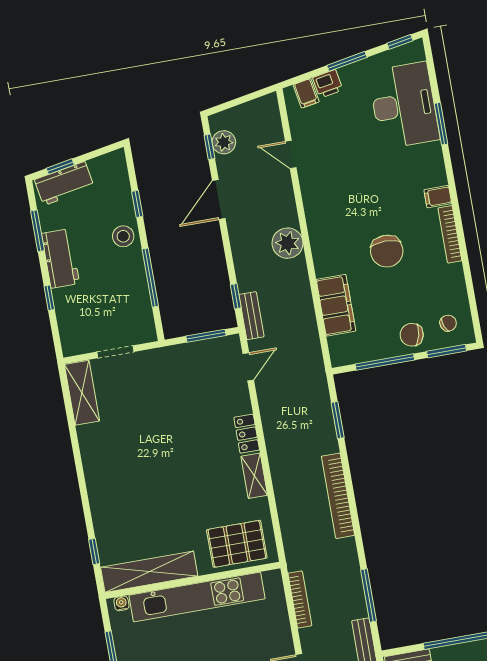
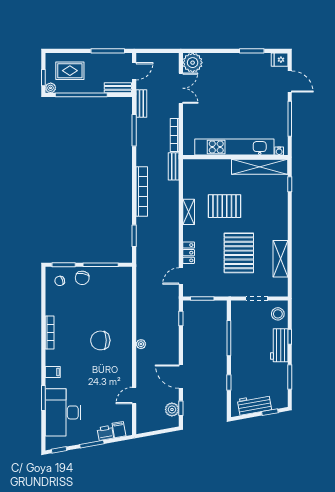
door: (291, 154) -> (134, 395), swing flipped
workbench: (64, 183) -> (254, 405), moved
filing cabinet: (438, 197) -> (53, 372), moved
door: (219, 200) -> (181, 377), swing flipped
stool: (123, 236) -> (278, 314), moved
plant: (288, 243) -> (141, 344), width x0.53, depth x0.53
chair: (387, 251) -> (100, 340), moved, turned -90
workbench: (60, 258) -> (279, 345), moved
filing cabinet: (336, 305) -> (123, 303), removed
bench: (251, 316) -> (174, 166), moved
chair: (412, 335) -> (82, 278), turned 86
shelving: (82, 393) -> (280, 259), moved
pallet: (158, 422) -> (239, 253), added
locker: (247, 434) -> (189, 253), moved
pallet: (237, 544) -> (224, 206), moved

